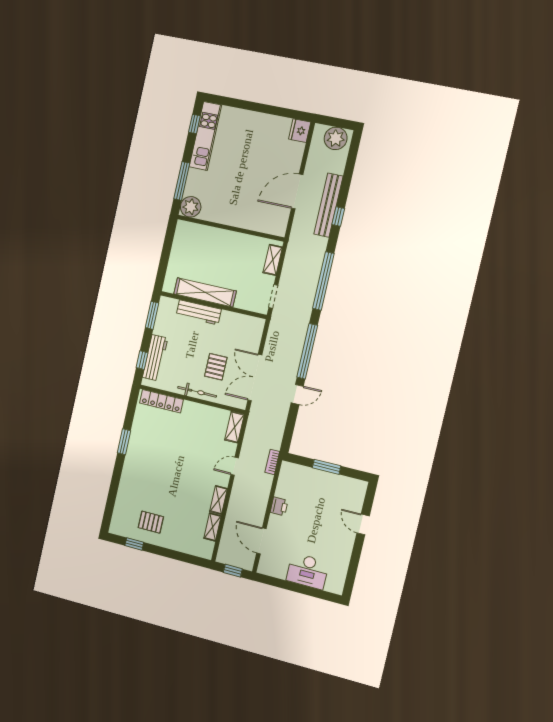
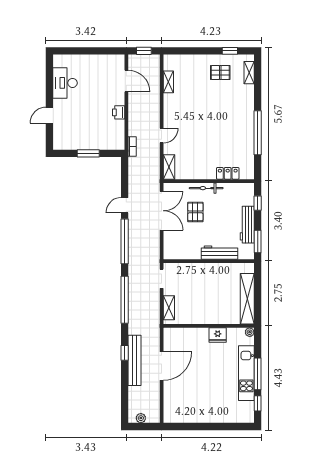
fridge: (300, 131) -> (218, 335), moved, turned 90
kitchen unit: (205, 136) -> (246, 373), moved
plant: (336, 138) -> (141, 418), width x0.53, depth x0.53
window: (182, 181) -> (258, 374), moved
plant: (191, 207) -> (250, 332), width x0.53, depth x0.53
shelving: (205, 292) -> (247, 299), moved, turned 90
workbench: (155, 358) -> (247, 225), moved
locker: (161, 401) -> (228, 173), width x0.66
window: (124, 442) -> (258, 133), width x2.11
shelving: (219, 500) -> (249, 73), moved
door: (363, 524) -> (49, 115), swing flipped
desk: (308, 571) -> (65, 83), moved, turned -90

